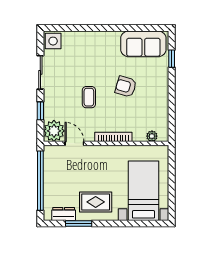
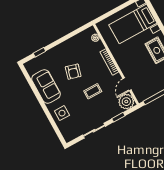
side table: (53, 41) -> (62, 113), moved
sofa: (143, 44) -> (46, 86), moved

